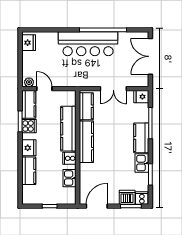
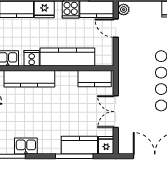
door: (44, 89) -> (116, 28), swing flipped
kitchen counter: (141, 138) -> (79, 145), moved
kitchen counter: (86, 142) -> (29, 79), moved

